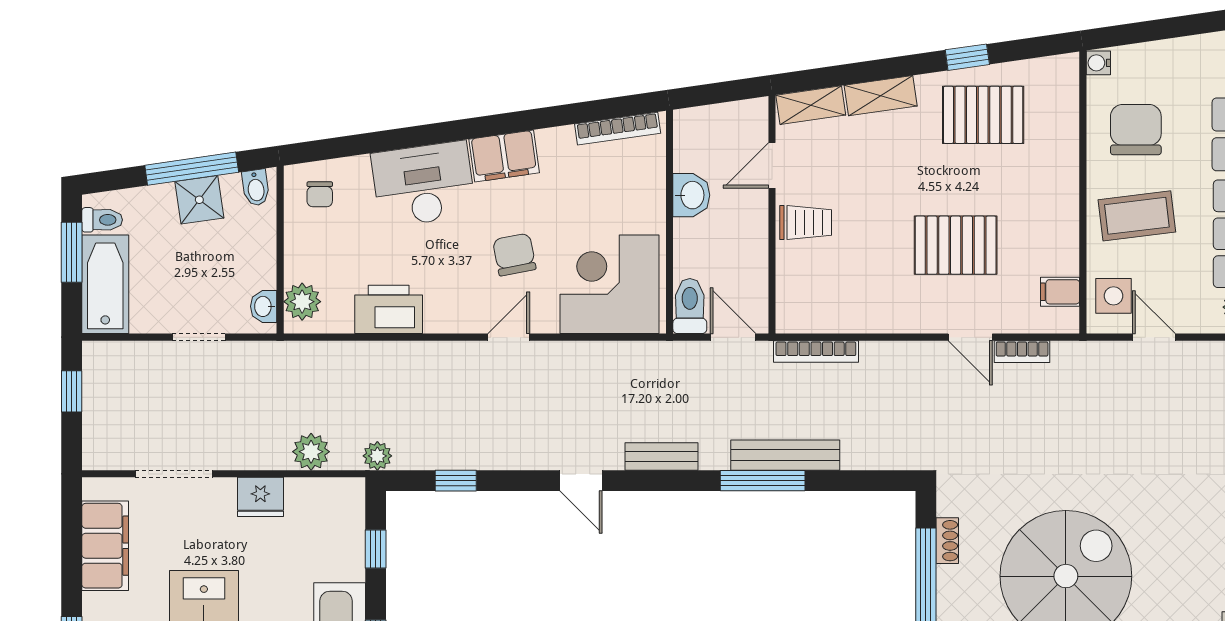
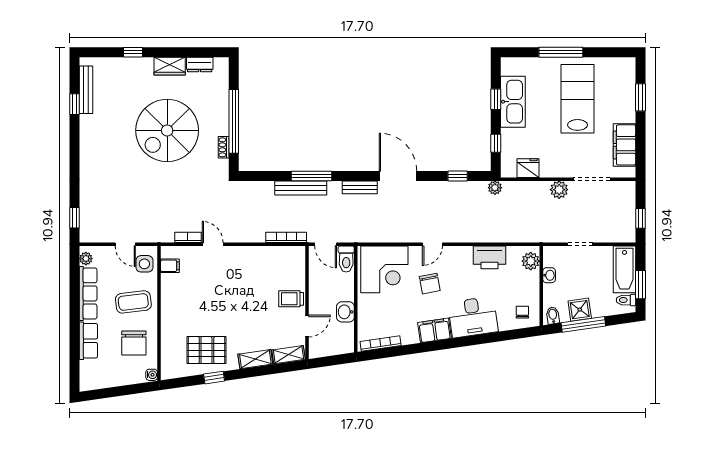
pallet: (956, 245) -> (220, 288), removed
washbasin: (264, 306) -> (549, 275), moved
plant: (311, 452) -> (559, 190), moved
door: (581, 481) -> (398, 176), width x1.87
fridge: (260, 497) -> (528, 168), moved

